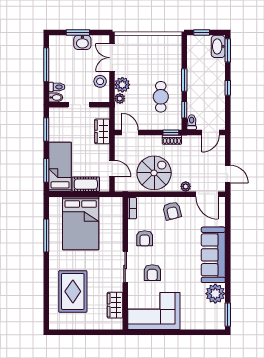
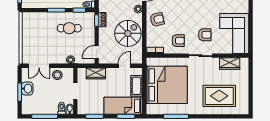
plant: (122, 85) -> (60, 58), removed
spiral stairs: (154, 173) -> (128, 33), turned 90
bed: (81, 223) -> (167, 85), width x1.36

